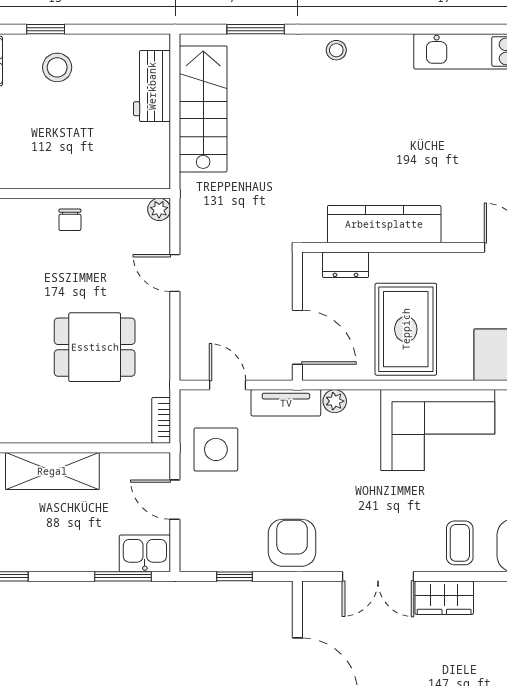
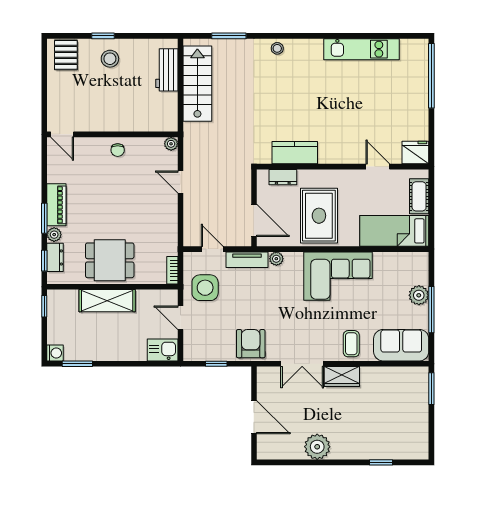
kitchen counter: (384, 224) -> (295, 153), width x0.67
dining table: (95, 347) -> (110, 260), moved
window: (123, 576) -> (149, 364), removed

